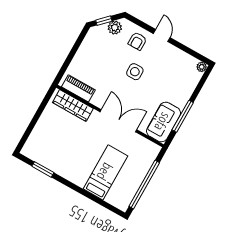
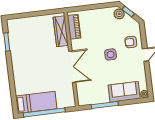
plant: (115, 28) -> (119, 14), moved
sofa: (163, 122) -> (124, 92), moved
bed: (105, 172) -> (36, 102), moved

